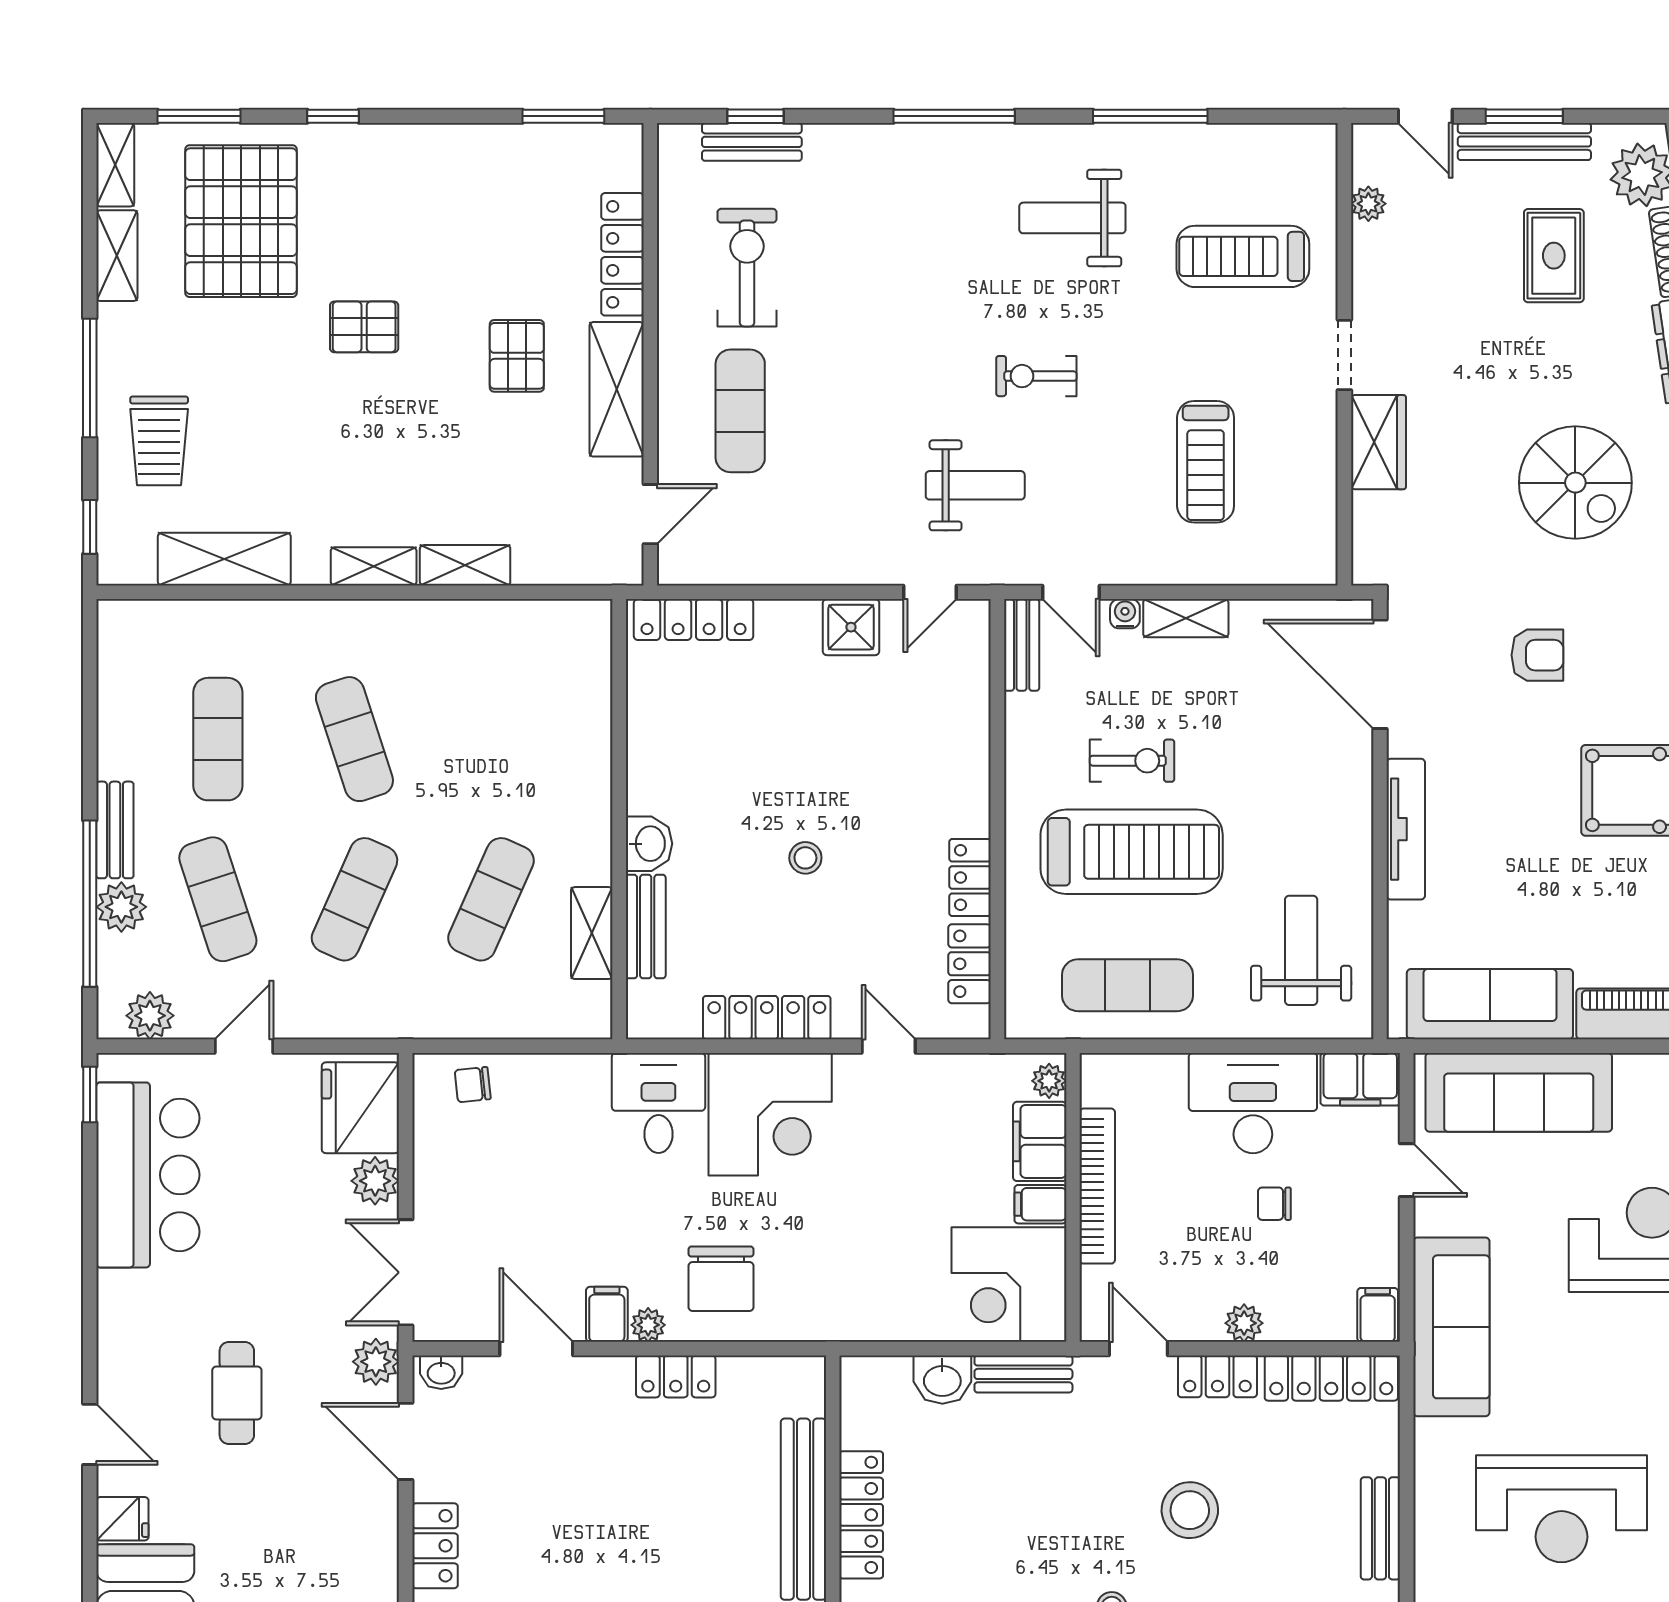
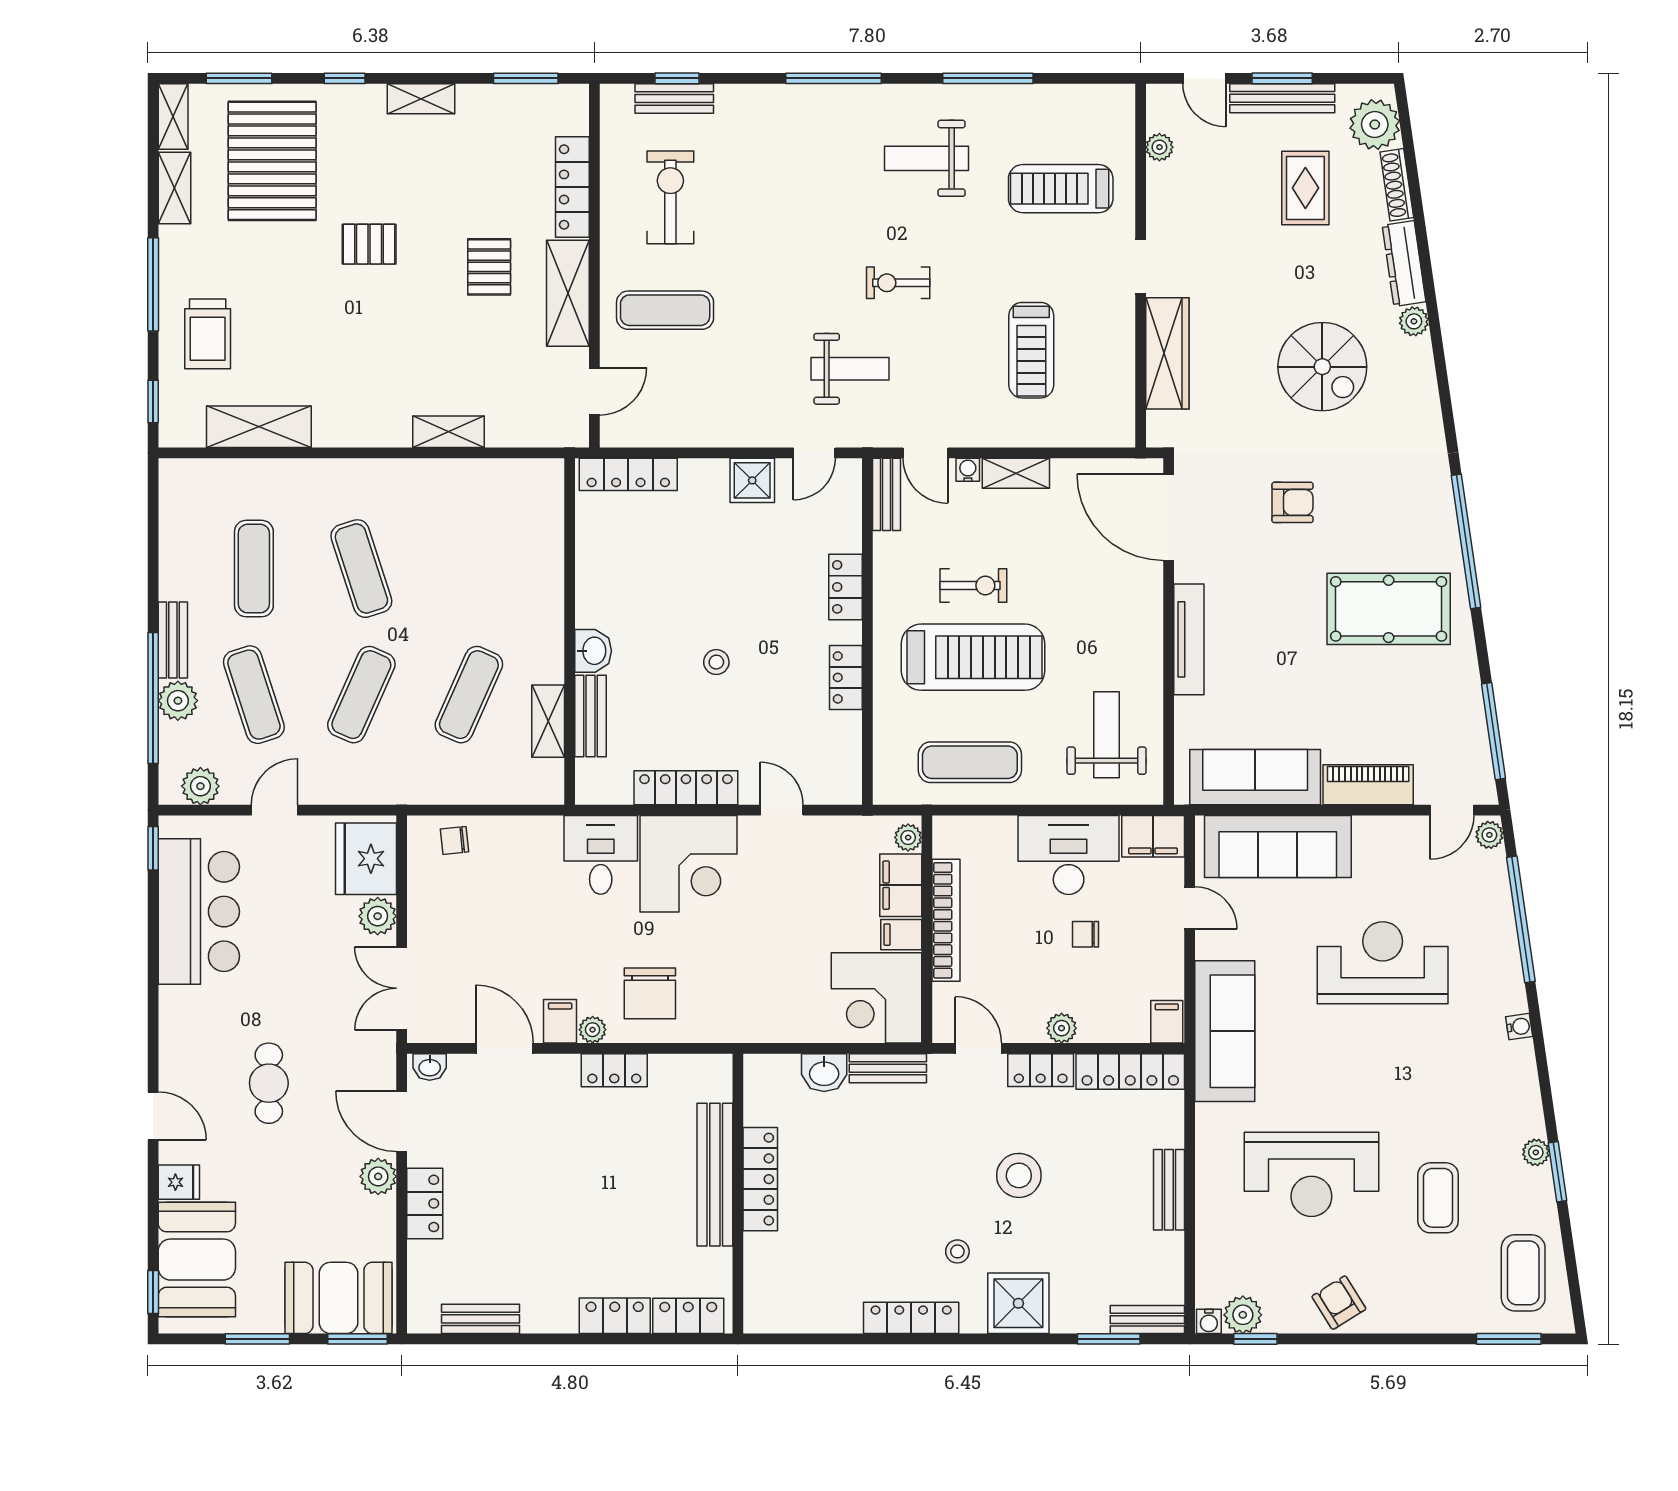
exercise mat: (740, 411) -> (665, 310), turned 90
wardrobe: (1378, 442) -> (1167, 353), width x1.50
shelving: (374, 566) -> (421, 99), moved
locker: (970, 964) -> (846, 587), moved
plant: (376, 1362) -> (378, 1176), moved

